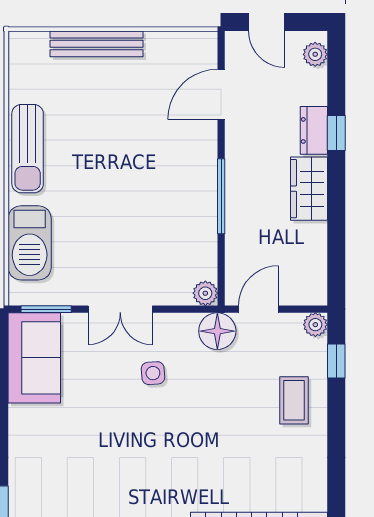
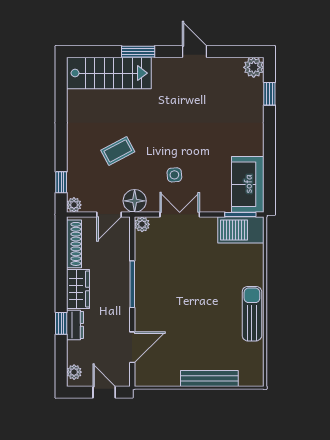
barbecue: (30, 243) -> (241, 230), moved, turned -90
shoe rack: (315, 261) -> (74, 244), added
double door: (120, 309) -> (180, 214), moved
coffee table: (294, 400) -> (118, 151), moved, turned 62

